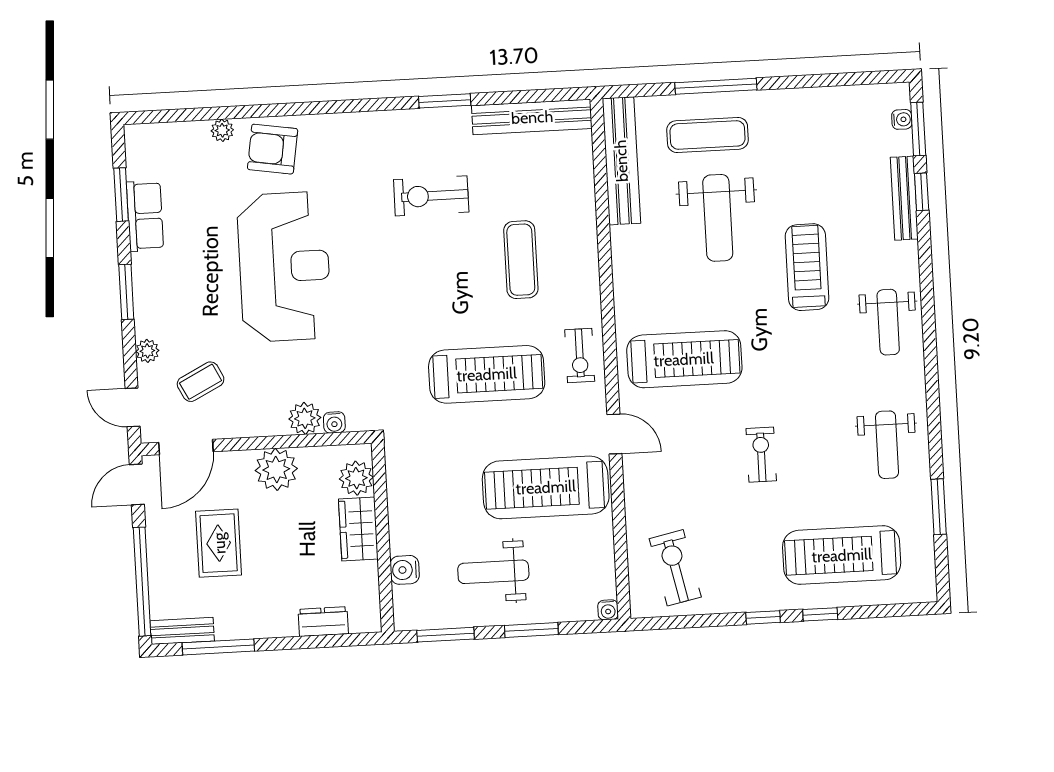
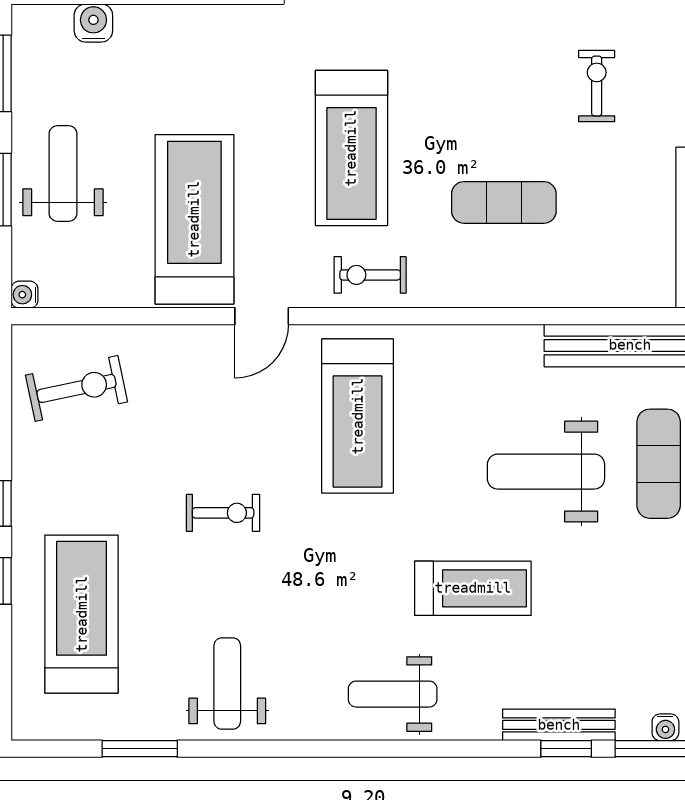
exercise bike: (431, 196) -> (597, 86), width x0.73, depth x0.72
weight bench: (887, 445) -> (227, 684), turned 90
weight bench: (493, 572) -> (63, 174), moved

